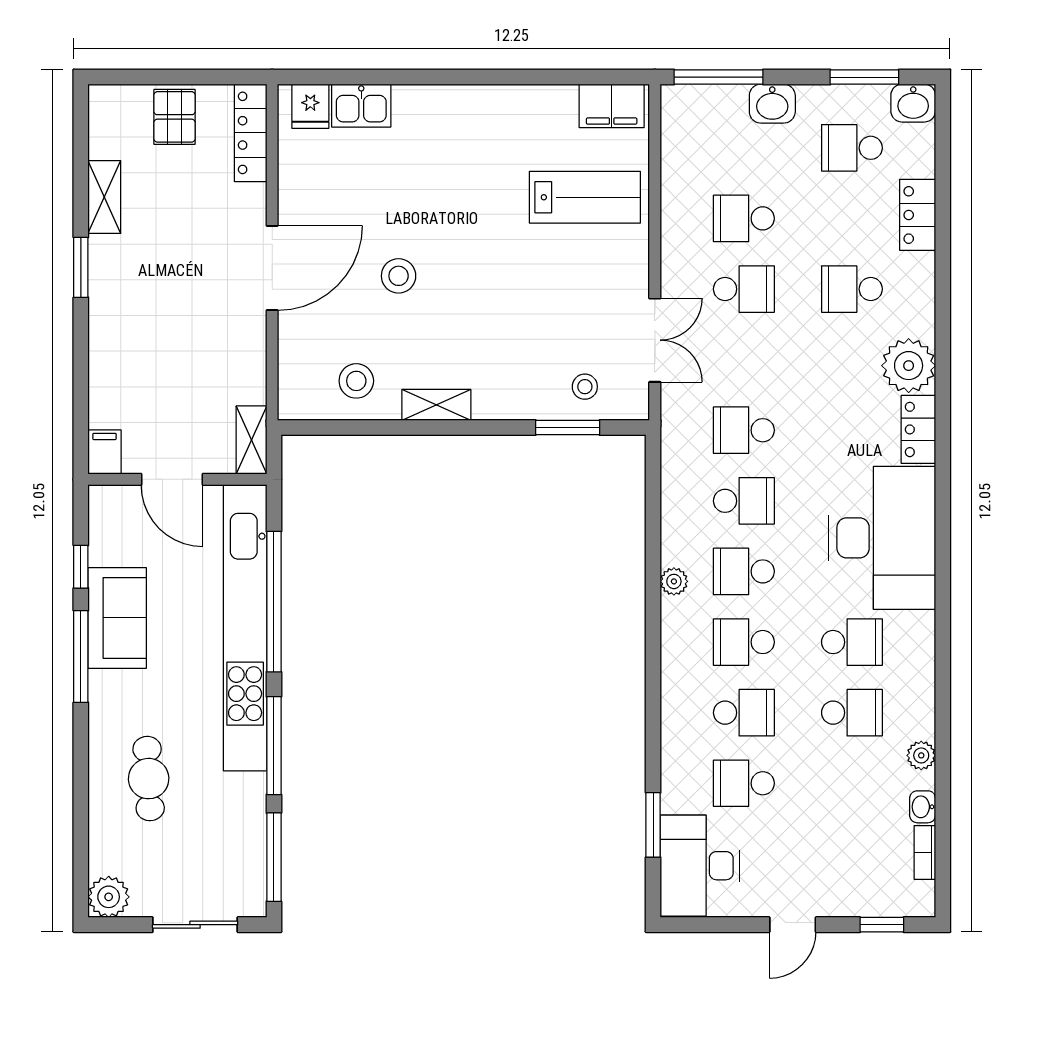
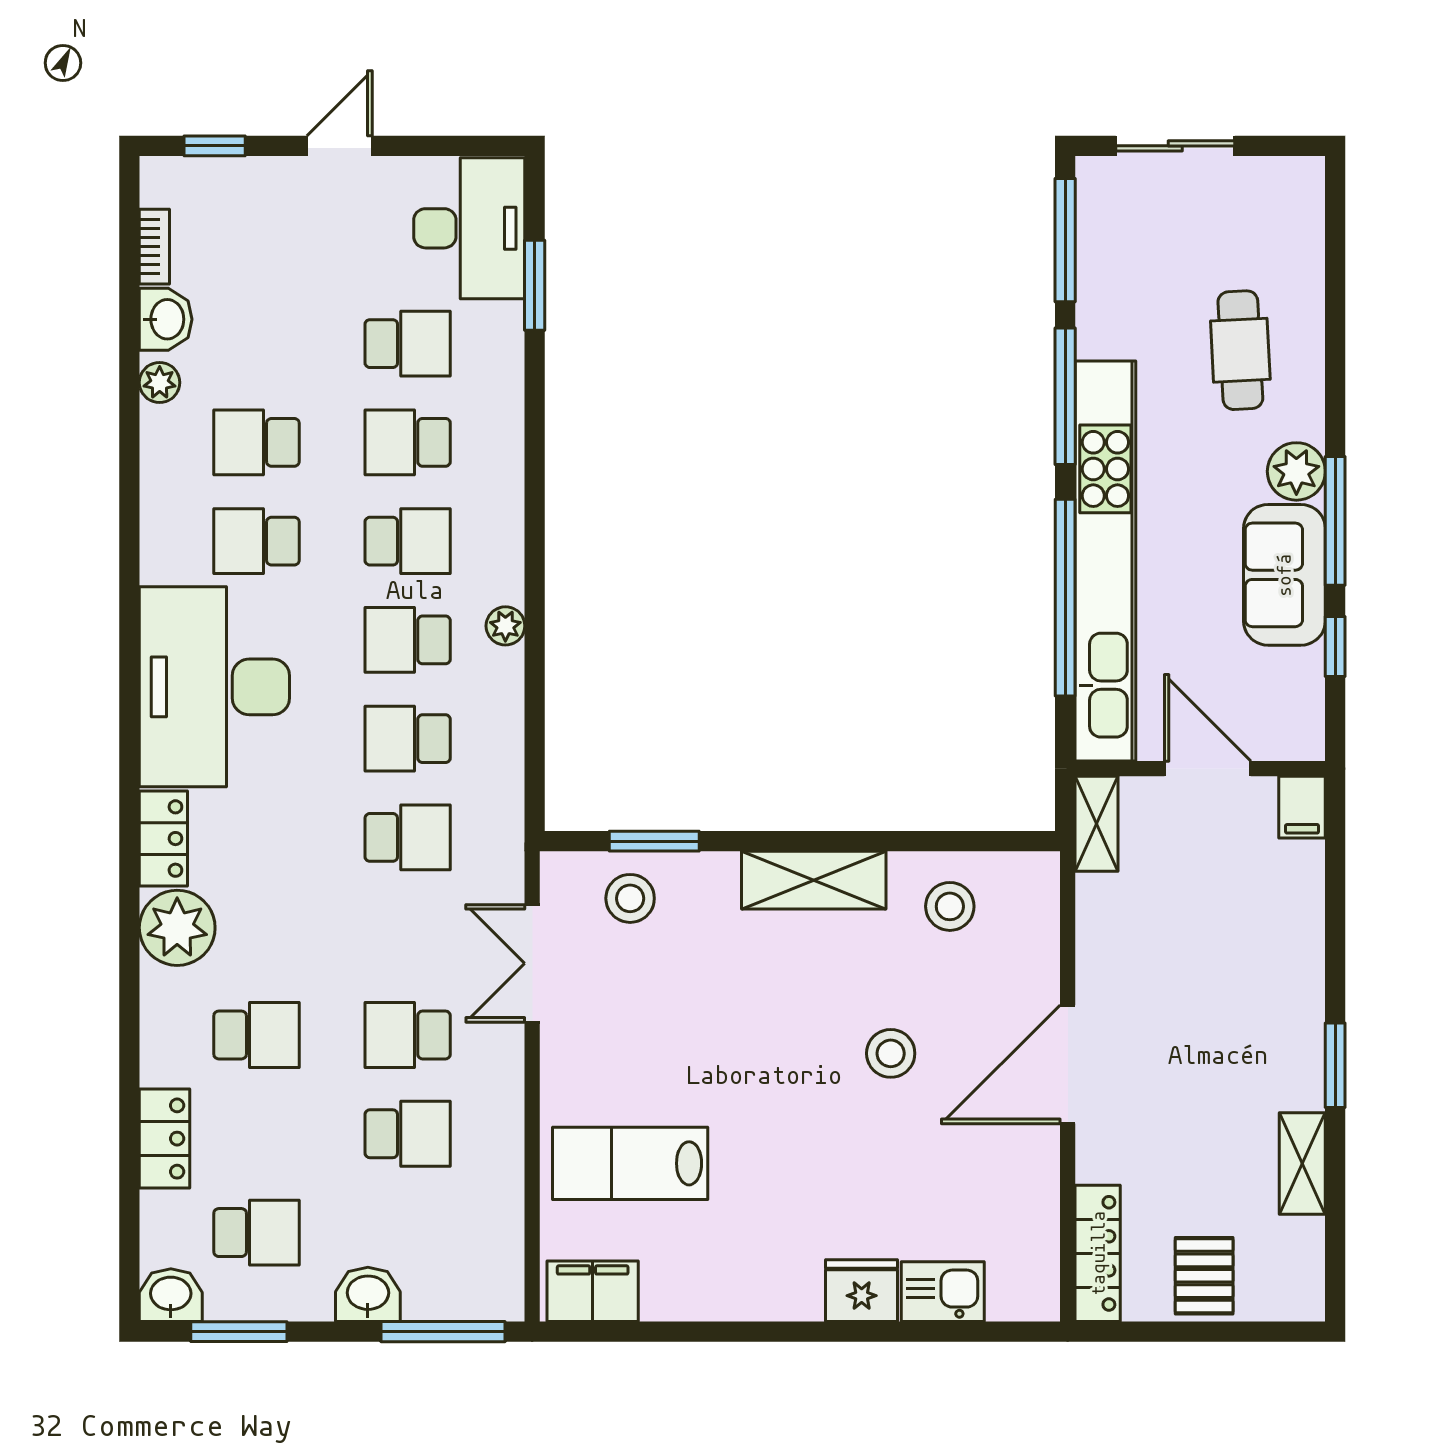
fridge: (310, 106) -> (862, 1291), moved, width x1.38
stool: (585, 387) -> (630, 898), width x1.37, depth x1.37
shelving: (436, 405) -> (814, 880), width x1.50, depth x1.33
school desk: (744, 571) -> (408, 640), turned 180
washbasin: (923, 807) -> (166, 319), width x1.38, depth x1.45
plant: (109, 897) -> (1296, 471), moved

